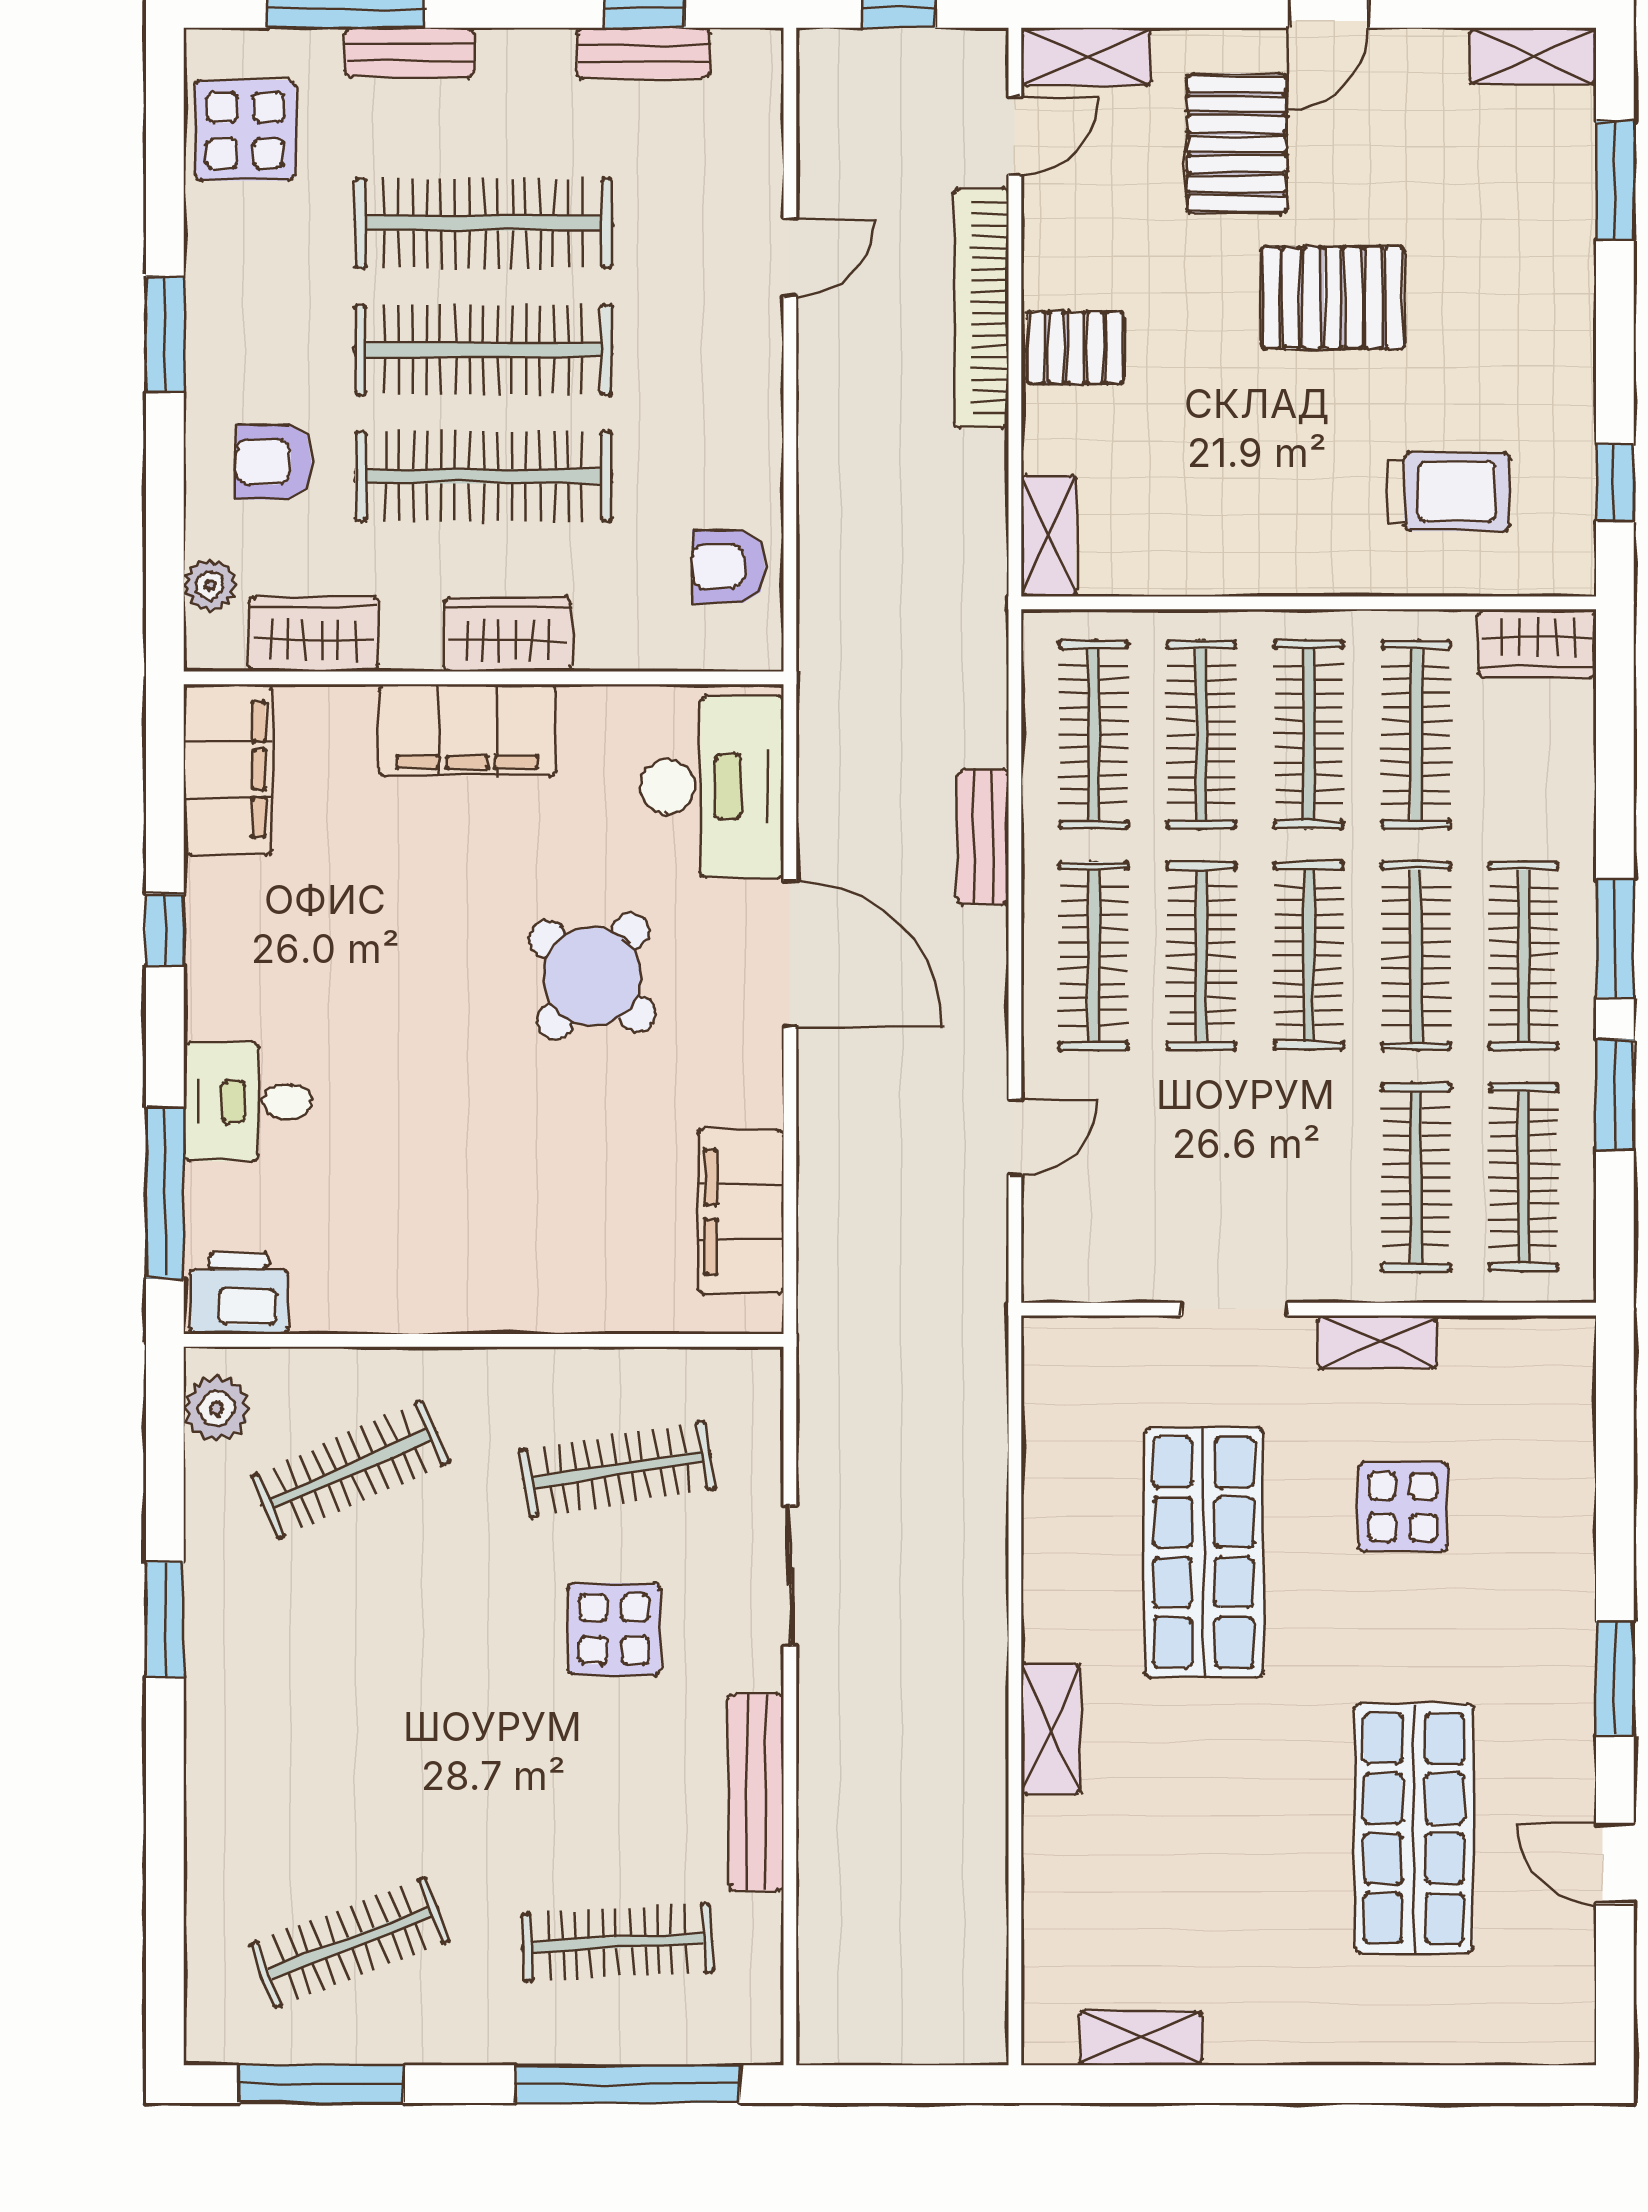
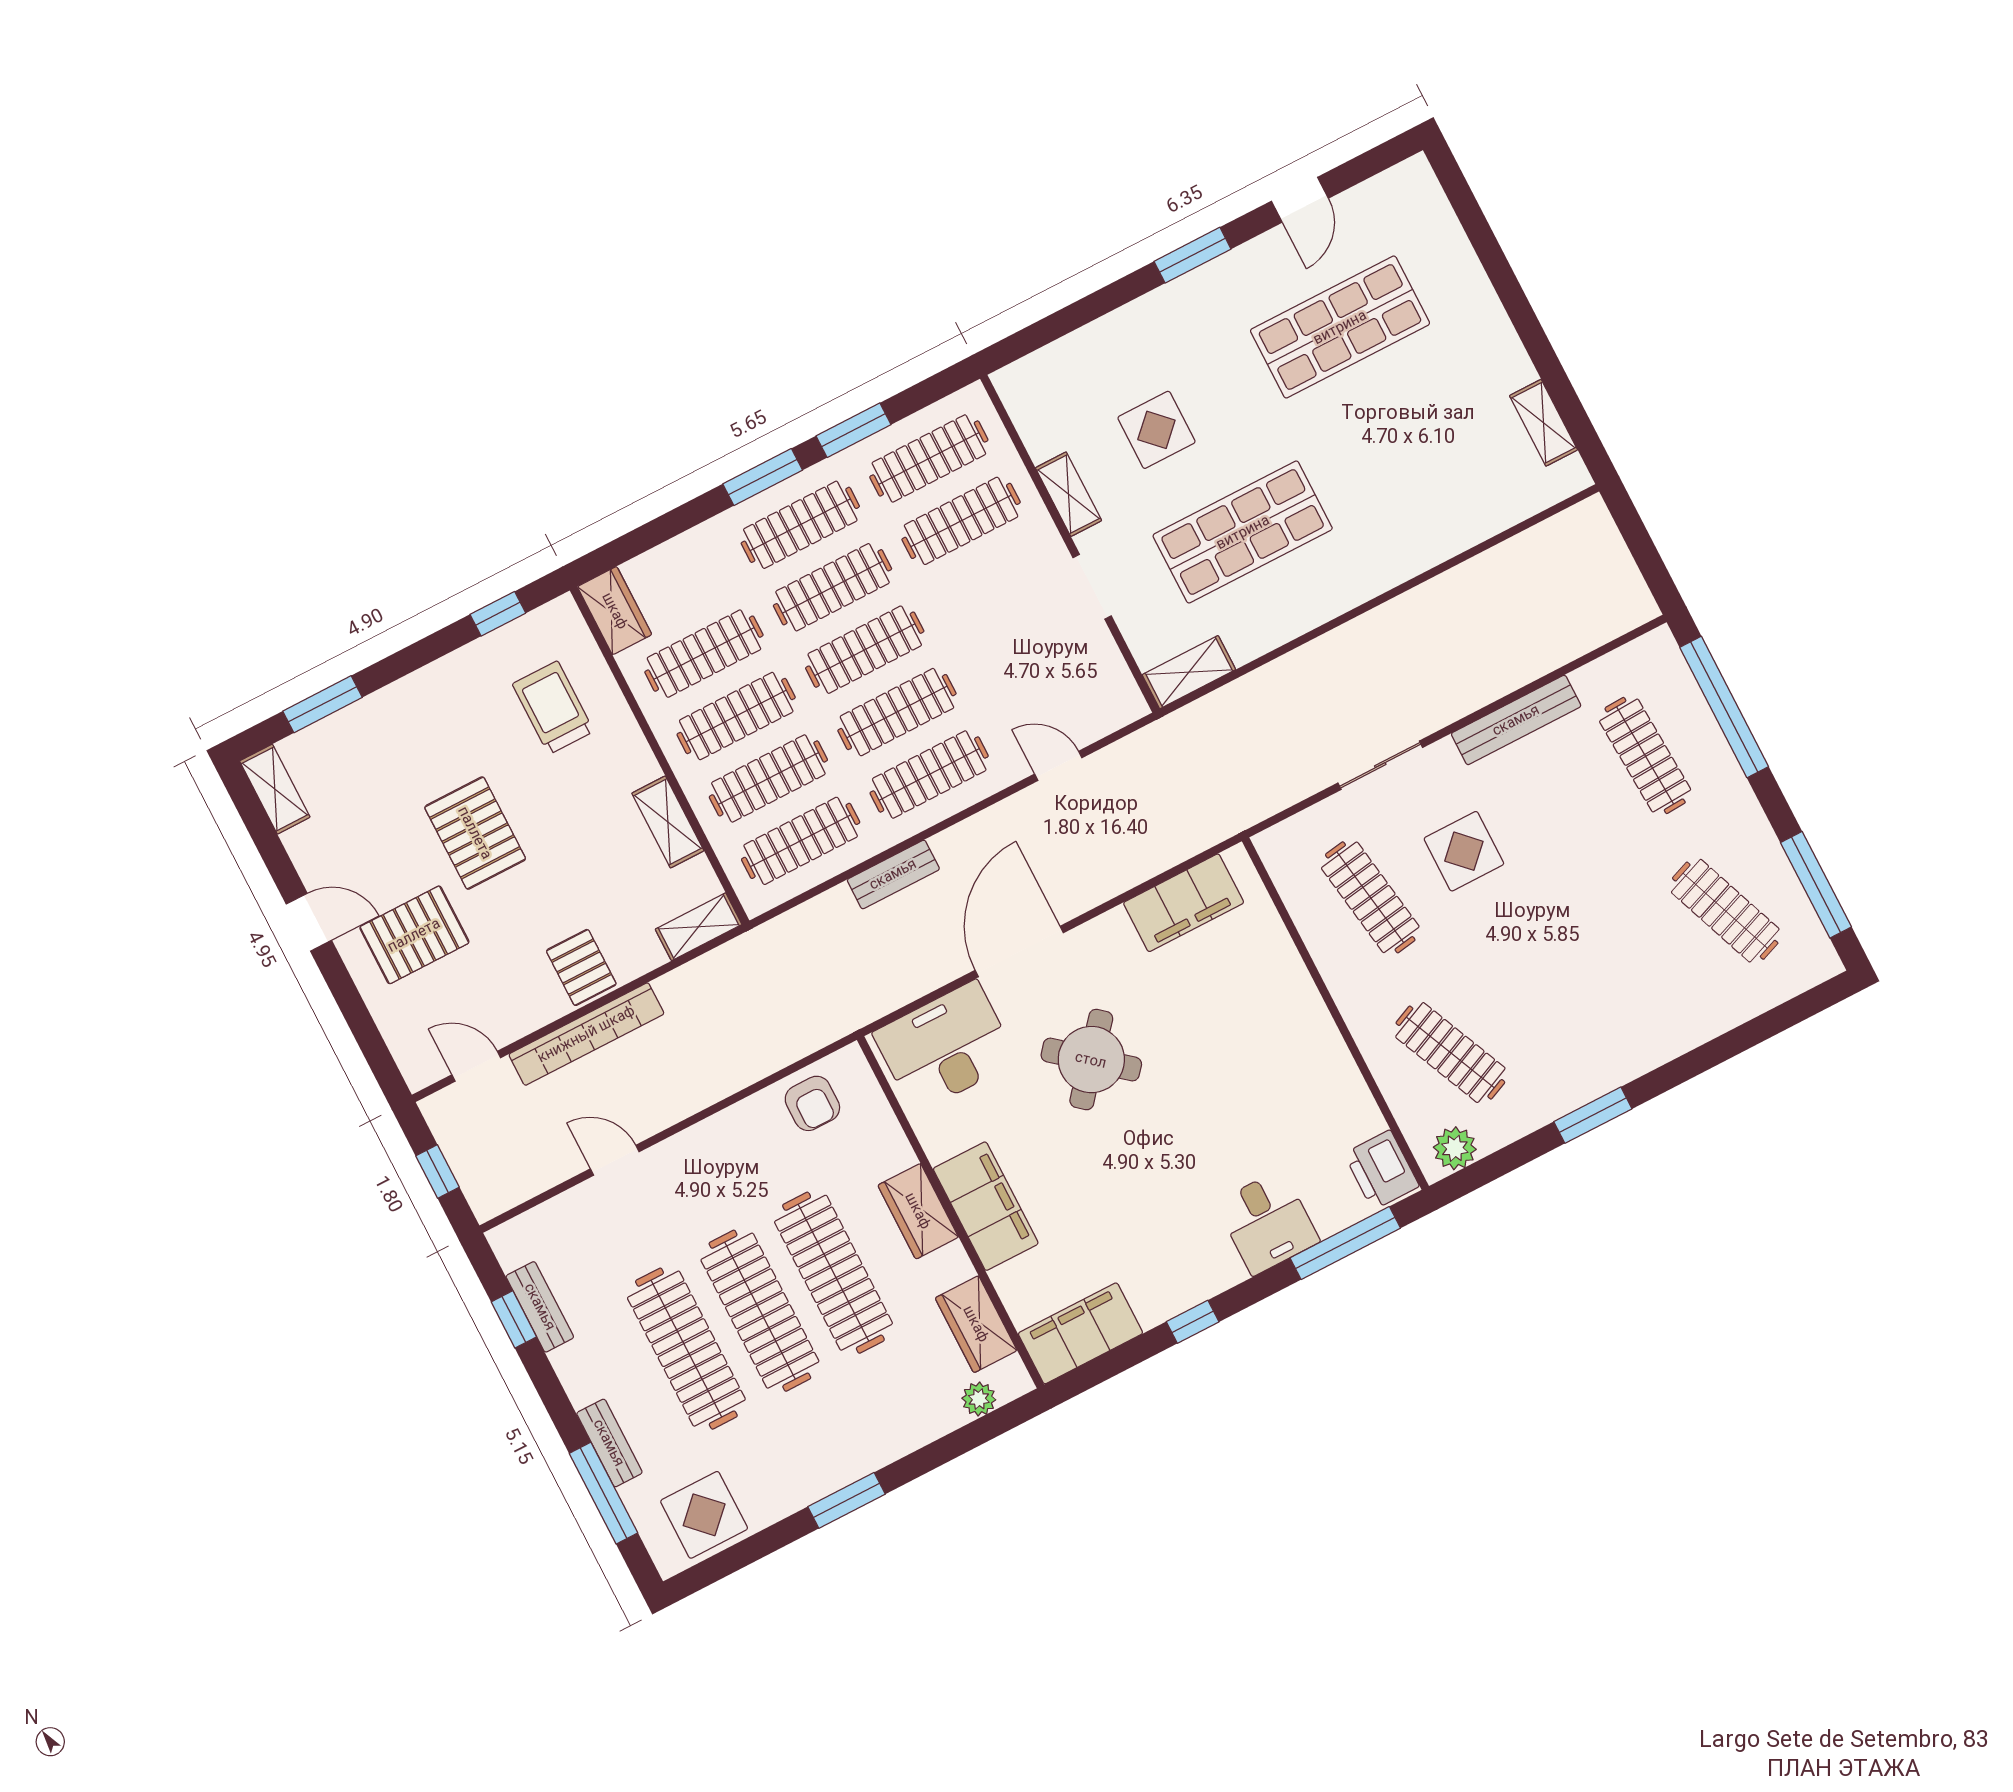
shelving: (1086, 57) -> (668, 822), moved
armchair: (274, 462) -> (888, 1399), removed
shelving: (1051, 1729) -> (1189, 672), moved

